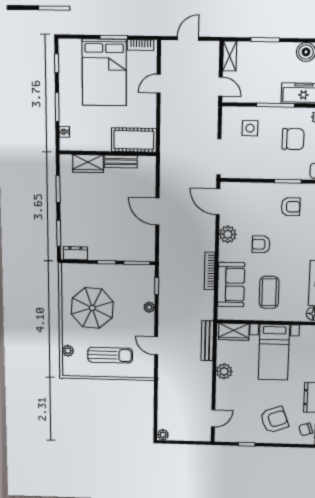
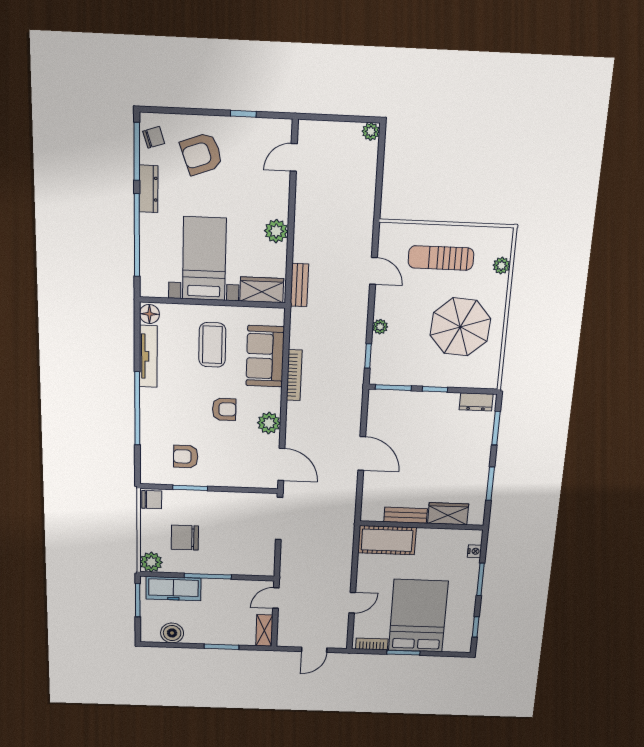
door: (221, 87) -> (276, 598), hinge flipped
side table: (250, 128) -> (239, 551), removed
bench: (207, 341) -> (299, 285), width x0.73

